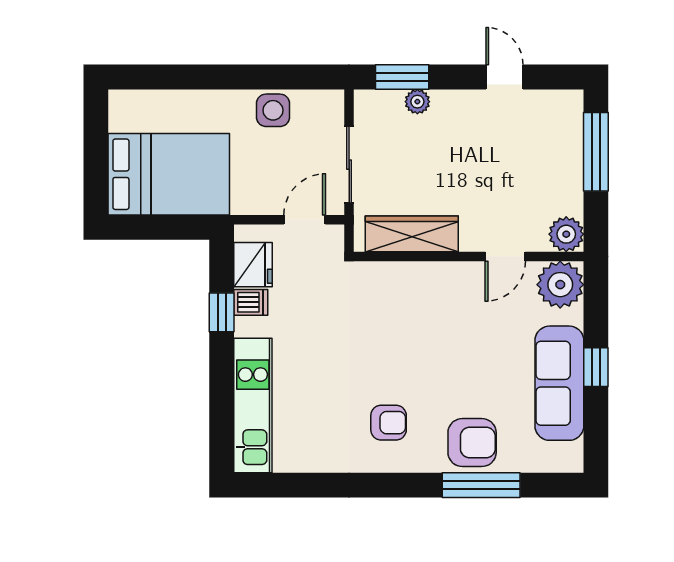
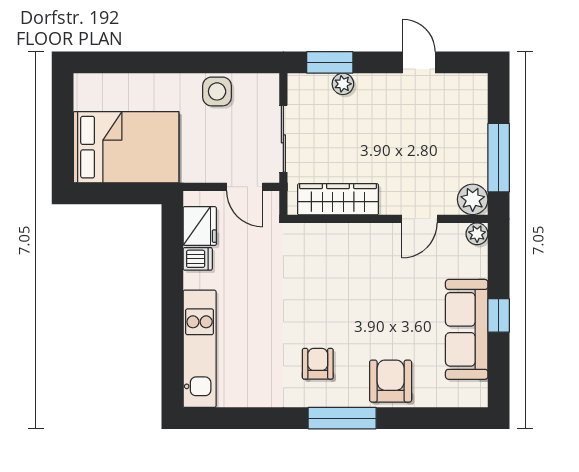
window: (596, 152) -> (499, 158), moved
door: (305, 220) -> (245, 187), swing flipped
plant: (560, 285) -> (477, 234), width x0.53, depth x0.53
window: (222, 312) -> (172, 268), removed
armchair: (389, 423) -> (318, 364), turned -90
armchair: (472, 443) -> (391, 381), turned -90
window: (481, 485) -> (342, 418), moved

